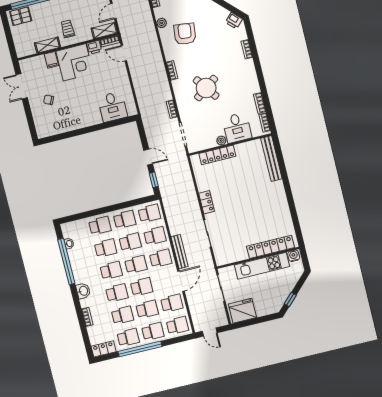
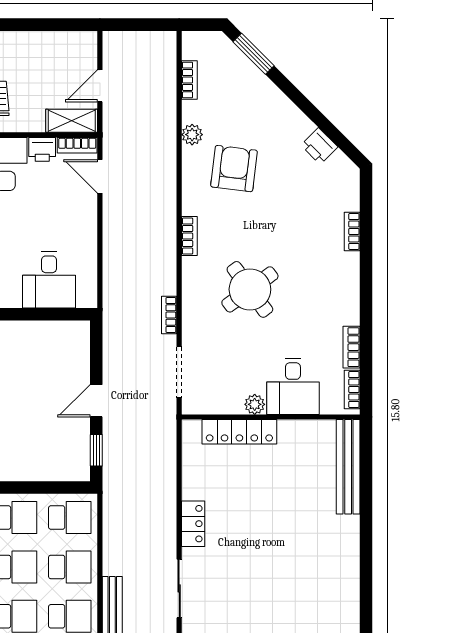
printer: (234, 21) -> (319, 146), moved
door: (148, 157) -> (96, 401), swing flipped

